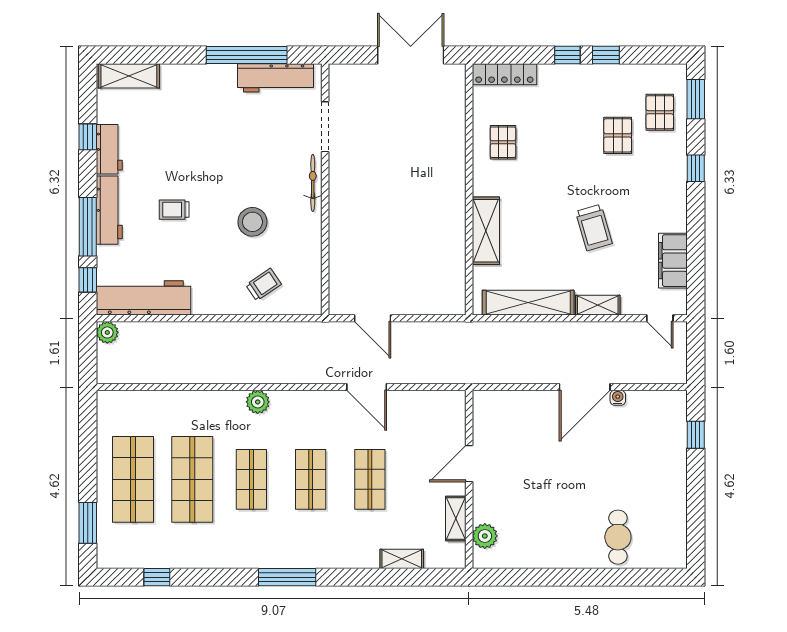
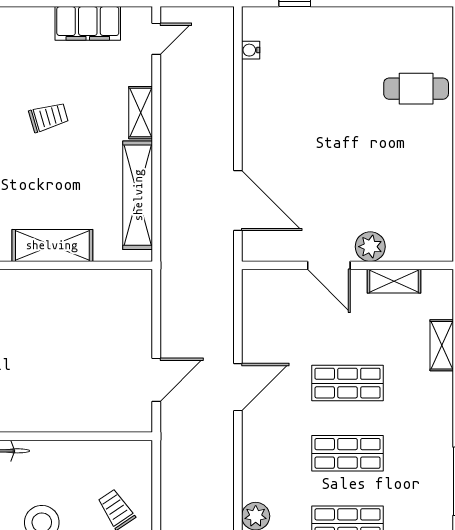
trolley: (594, 228) -> (49, 117), width x0.73, depth x0.72
door: (585, 387) -> (238, 200), moved
water cooler: (618, 398) -> (251, 50), moved
plant: (485, 536) -> (370, 247), moved

